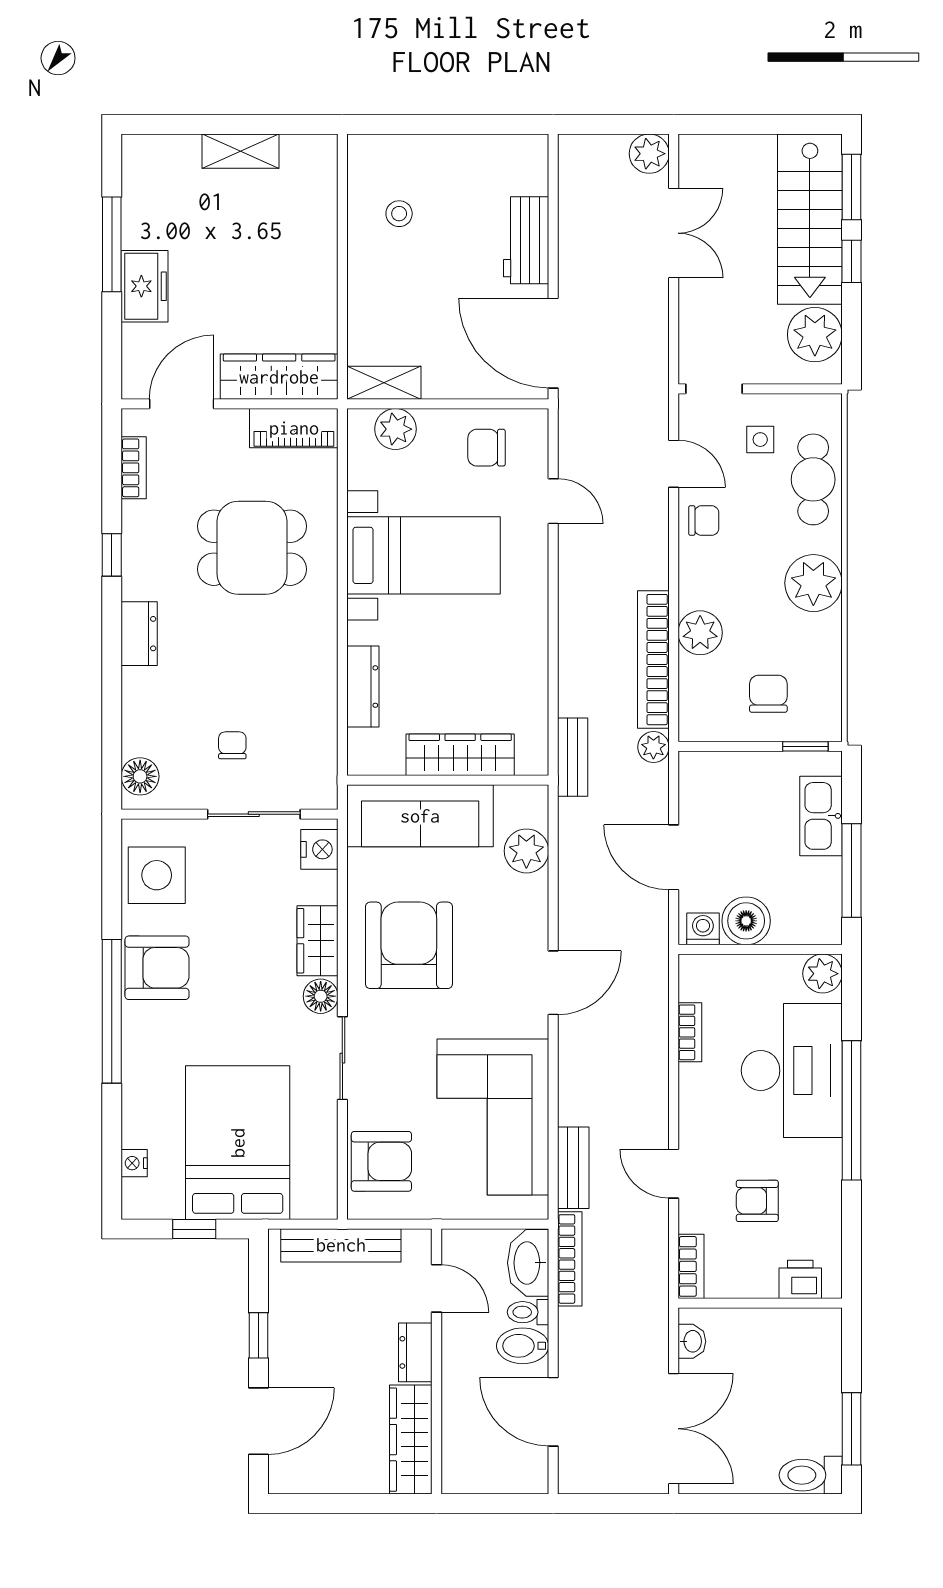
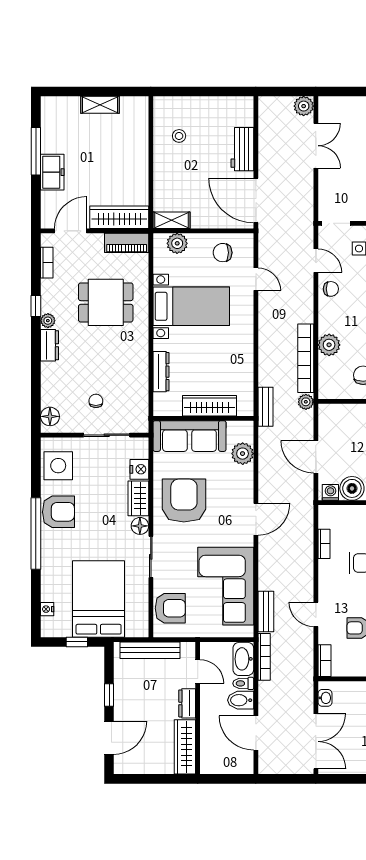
plant: (136, 584) -> (48, 321), added
nightstand: (319, 849) -> (139, 469), moved

